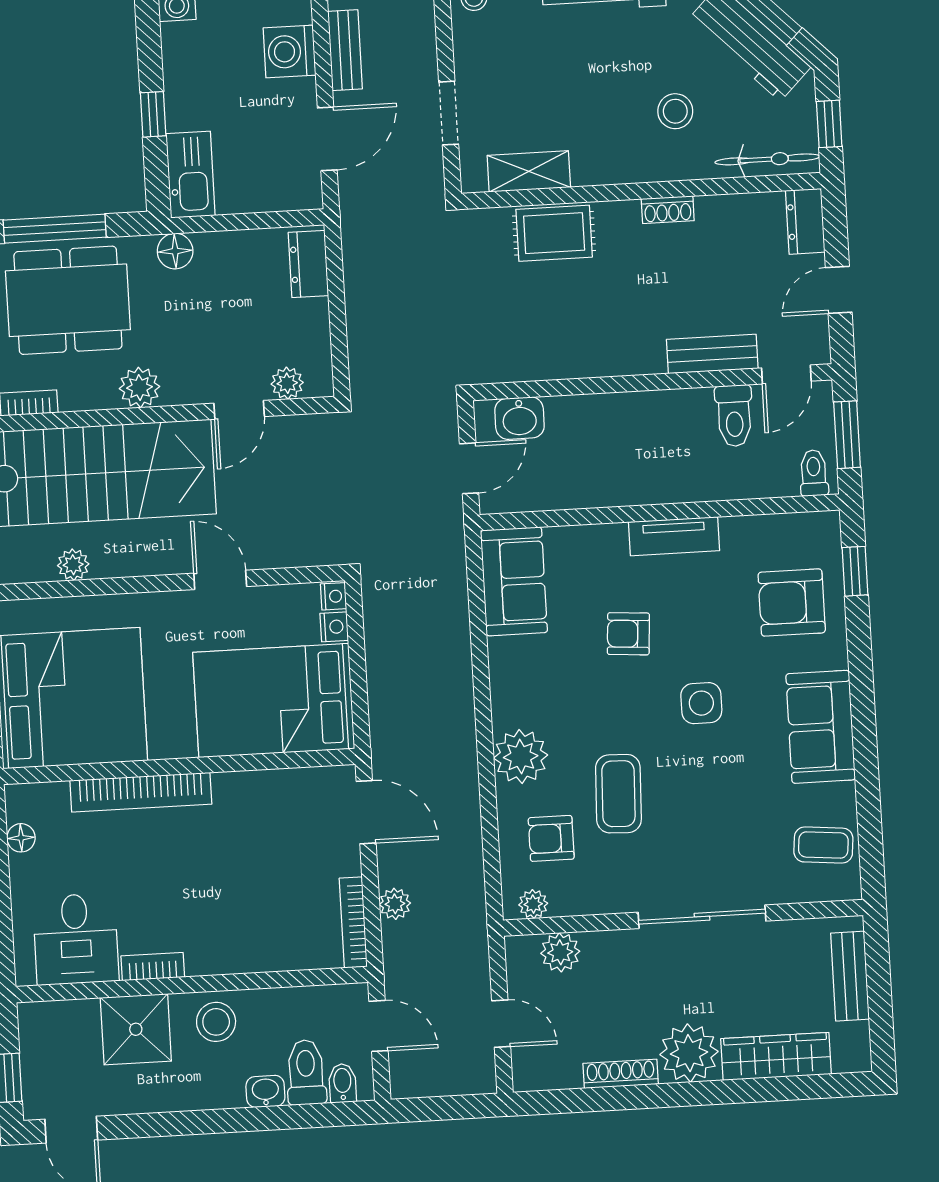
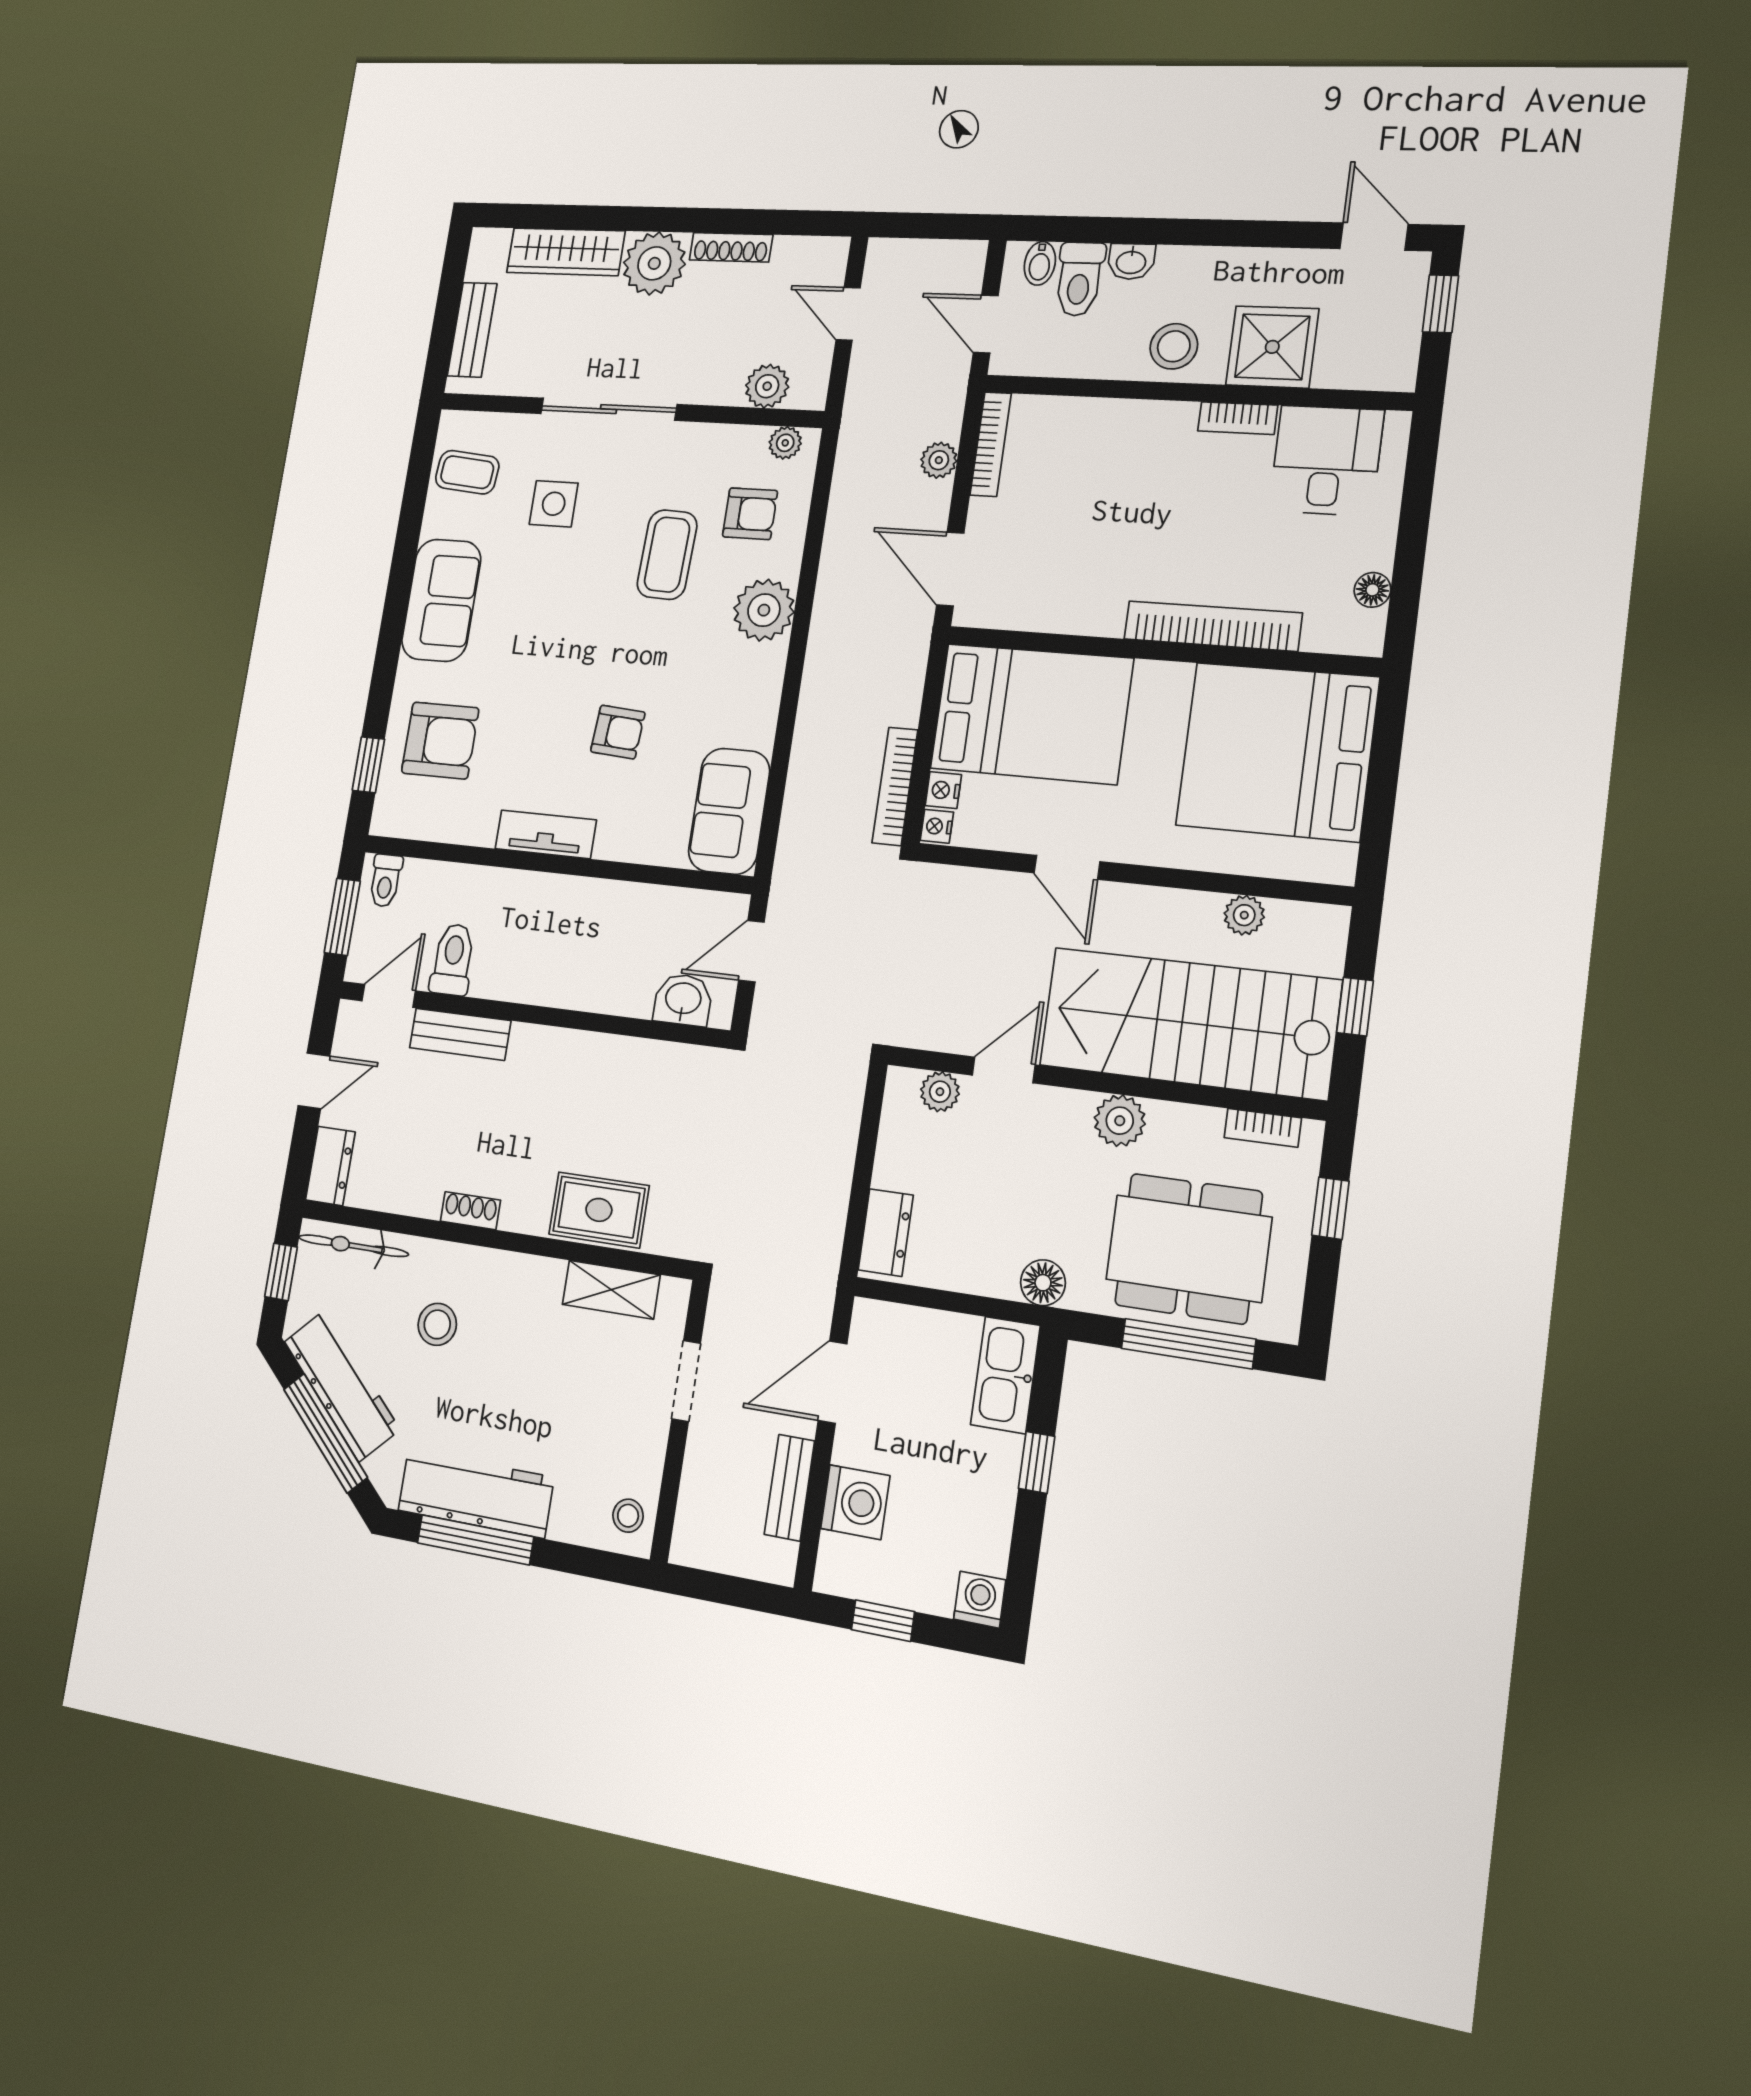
bookcase: (375, 624) -> (895, 786), added
side table: (701, 703) -> (554, 504), moved

